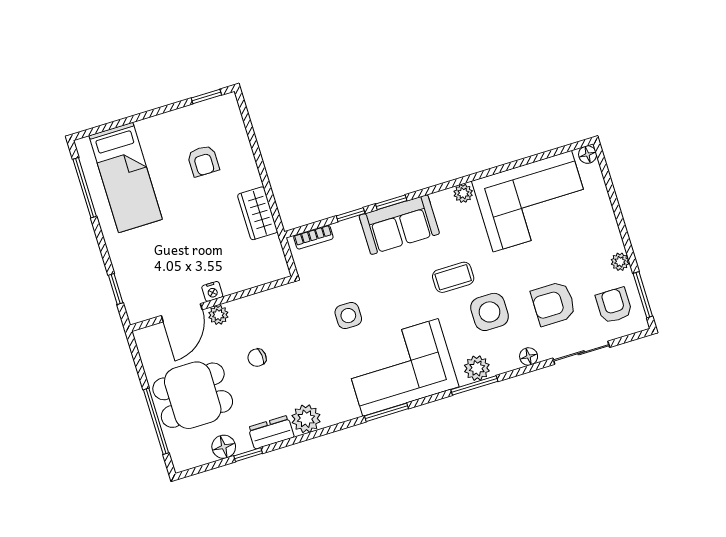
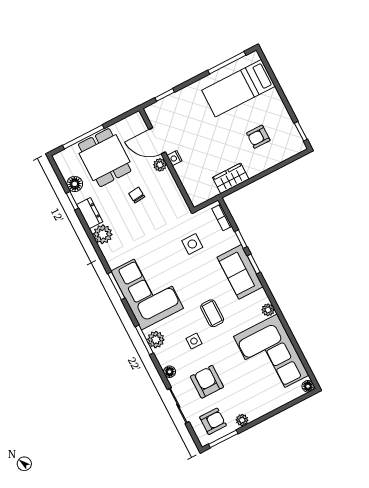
side table: (489, 312) -> (194, 341), width x0.54, depth x0.54
side table: (348, 316) -> (192, 244), moved

